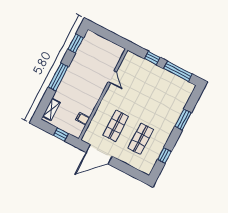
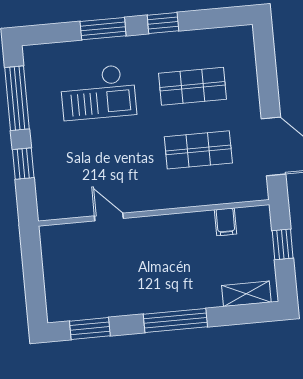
door: (112, 77) -> (109, 217), hinge flipped
checkout: (161, 103) -> (98, 92), added
window: (164, 155) -> (163, 23), moved

